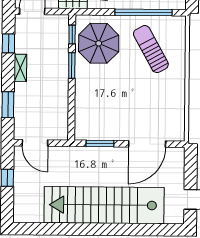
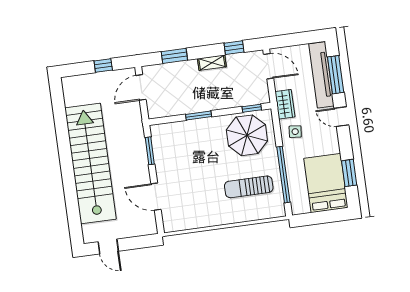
sun lounger: (151, 49) -> (249, 187), turned -151
window: (72, 66) -> (199, 116), moved
door: (147, 144) -> (156, 197), width x0.73

